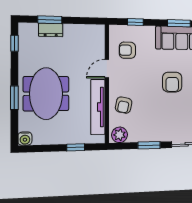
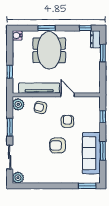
dresser: (51, 30) -> (95, 39), moved
armchair: (127, 50) -> (67, 121), moved
meeting table: (46, 94) -> (49, 50), turned 90

